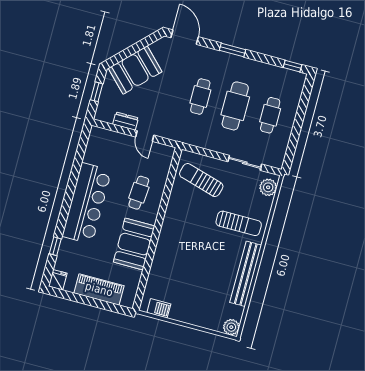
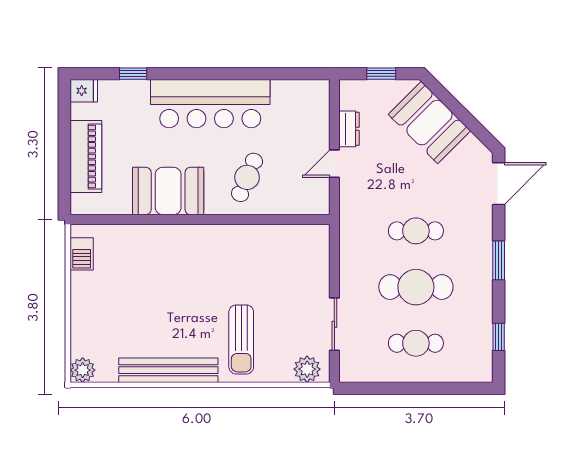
window: (293, 66) -> (499, 337), moved
sun lounger: (201, 180) -> (291, 266), removed
cafe table: (139, 193) -> (247, 177), turned -71

